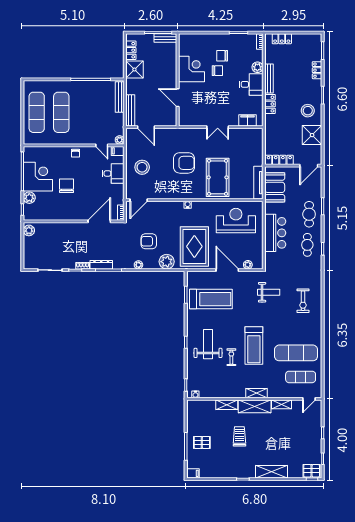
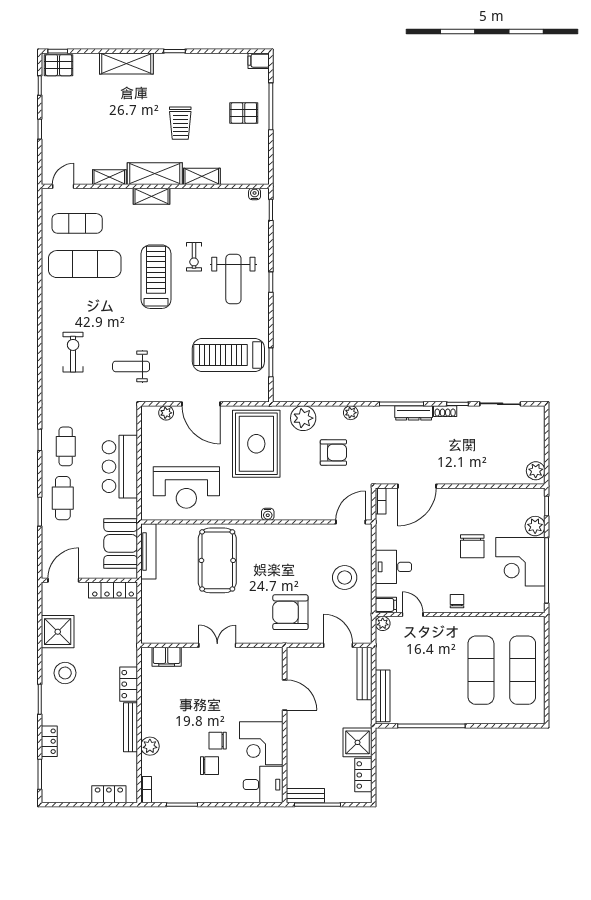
desk: (251, 84) -> (263, 785), moved, turned 180
armchair: (184, 163) -> (290, 612), moved

